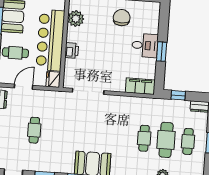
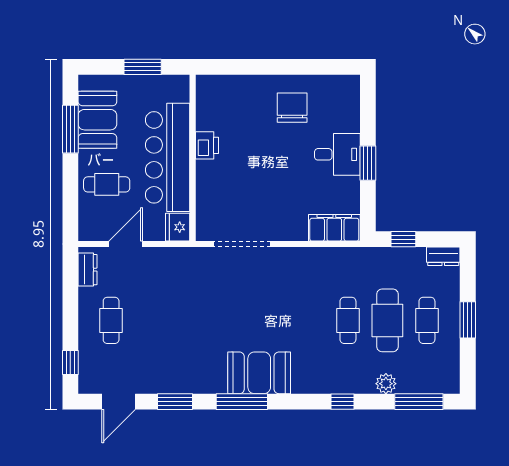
plant: (76, 19) -> (210, 115), removed
printer: (72, 51) -> (207, 145), moved
cafe table: (34, 130) -> (111, 320), moved

